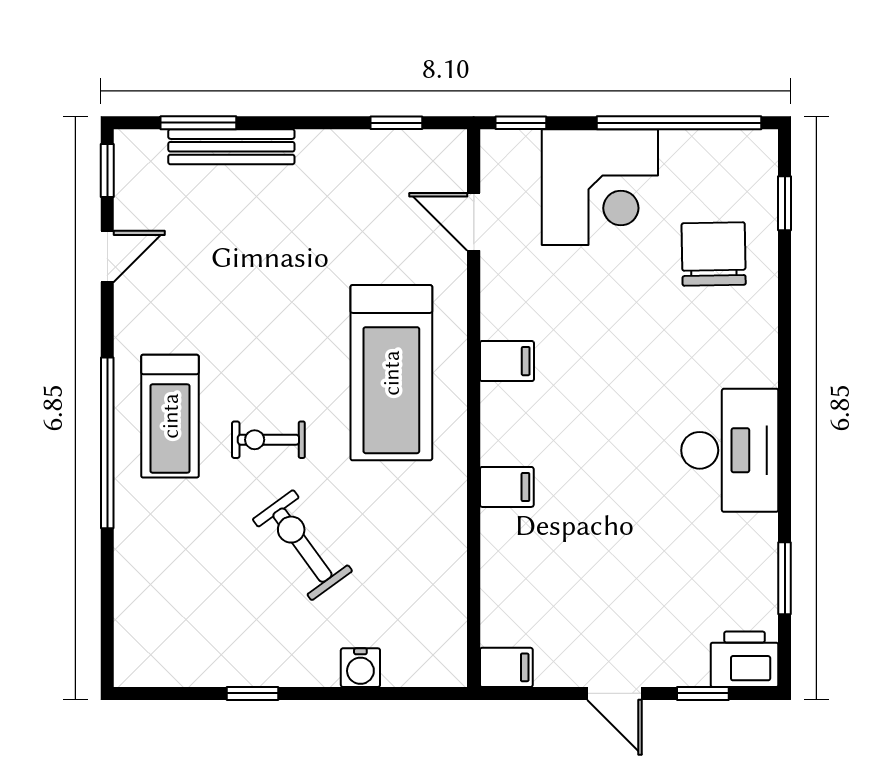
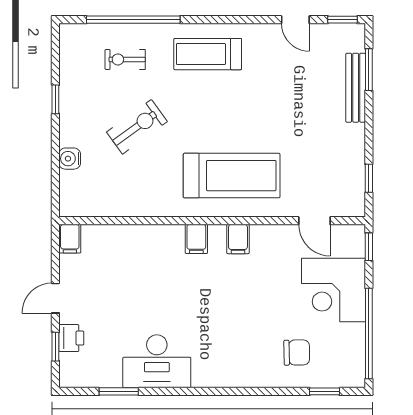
door: (474, 222) -> (314, 221), swing flipped
chair: (714, 254) -> (297, 352), width x0.73, depth x0.73
treadmill: (391, 373) -> (232, 176), turned 180
exercise bike: (268, 440) -> (125, 59), moved, turned -90
window: (107, 443) -> (133, 20), moved
desk: (730, 450) -> (157, 361), moved
filing cabinet: (507, 487) -> (196, 239), moved
printer: (745, 659) -> (71, 338), moved, width x0.73, depth x0.81

